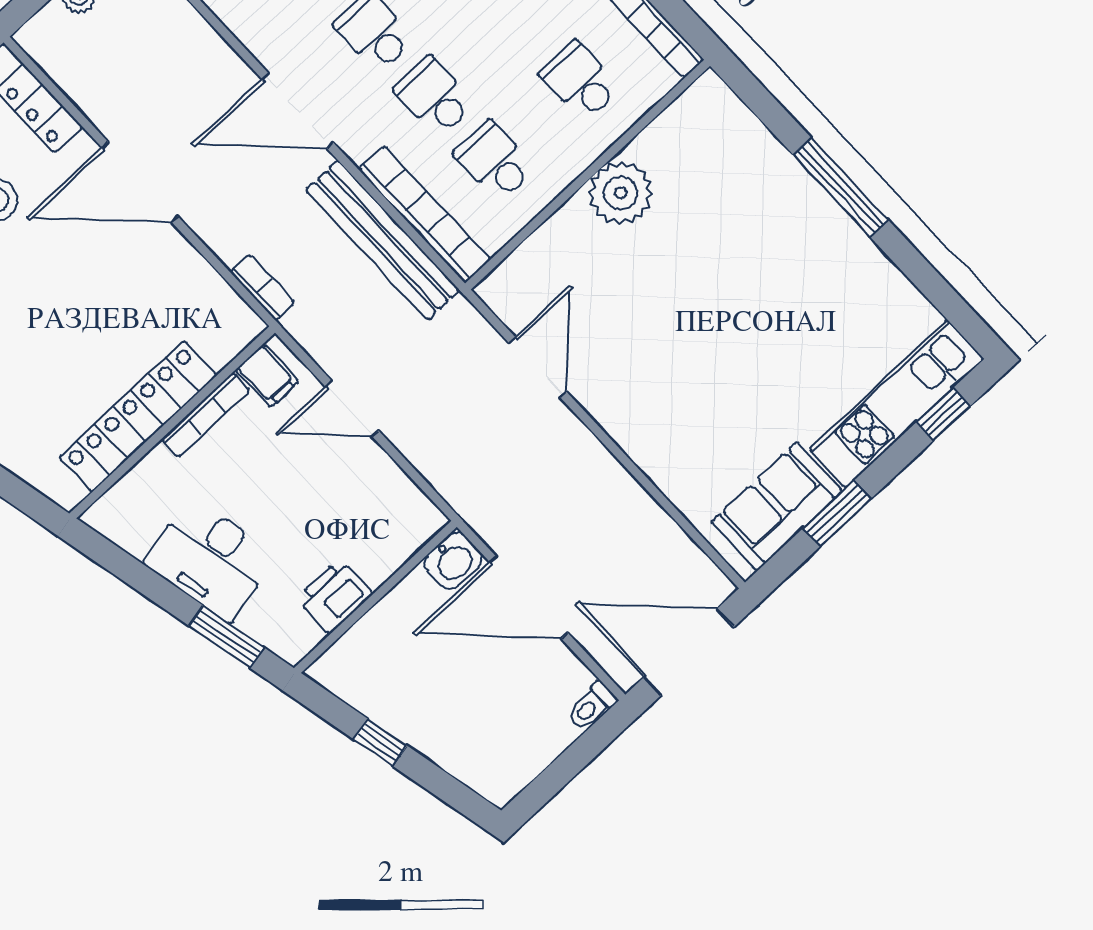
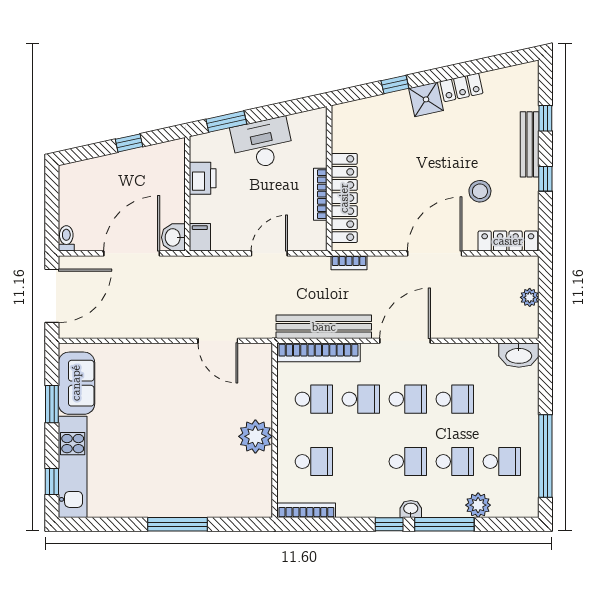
filing cabinet: (267, 375) -> (200, 237), moved, turned 90
locker: (138, 416) -> (344, 198), moved

